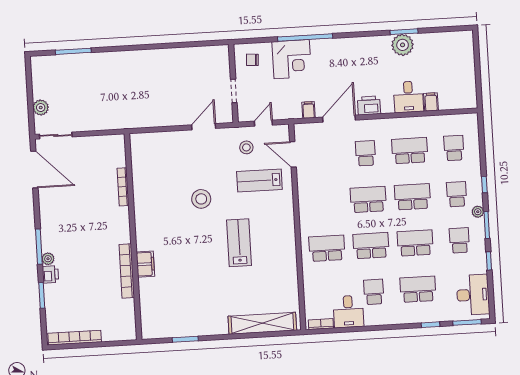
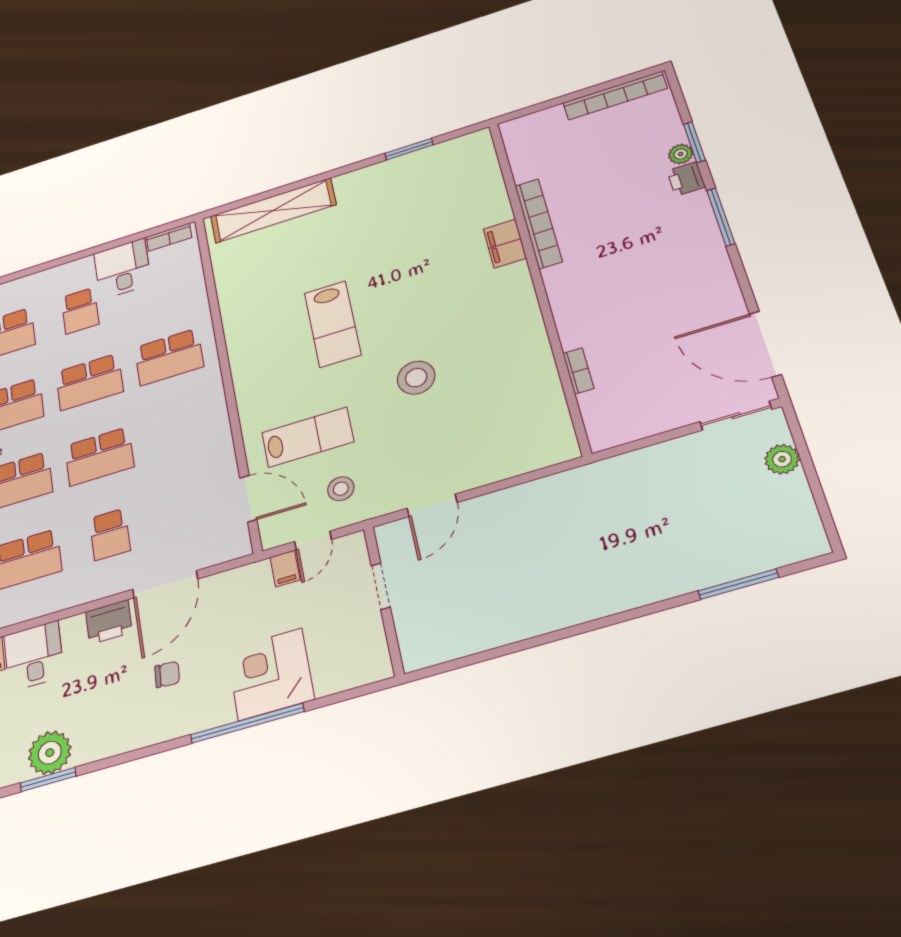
chair: (252, 60) -> (167, 674), moved
filing cabinet: (309, 110) -> (285, 569), moved
bookcase: (123, 187) -> (578, 371), width x0.64
plant: (48, 259) -> (681, 154), moved

